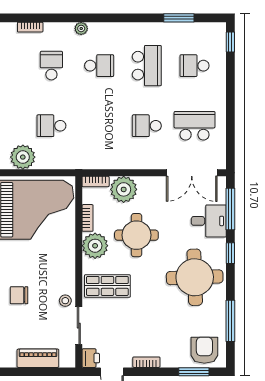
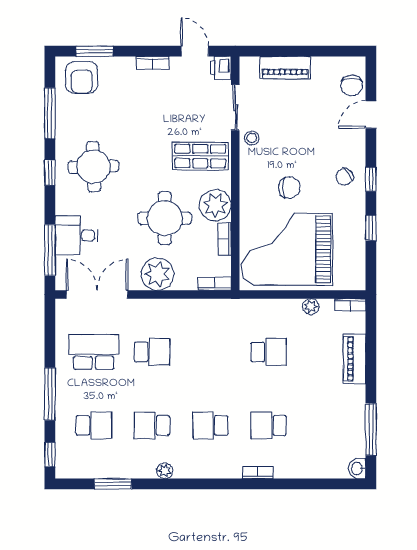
bookcase: (30, 27) -> (257, 473), moved
plant: (81, 28) -> (165, 471), moved
school desk: (51, 66) -> (269, 425), turned 90
school desk: (147, 66) -> (152, 425), width x0.54
window: (230, 91) -> (50, 394), added
school desk: (195, 126) -> (94, 352), turned 180
plant: (23, 157) -> (311, 307), width x0.53, depth x0.53
plant: (124, 189) -> (157, 274), moved
window: (230, 253) -> (50, 173), moved
round table: (195, 277) -> (94, 167), width x0.73, depth x0.73
chair: (19, 295) -> (289, 187), moved

